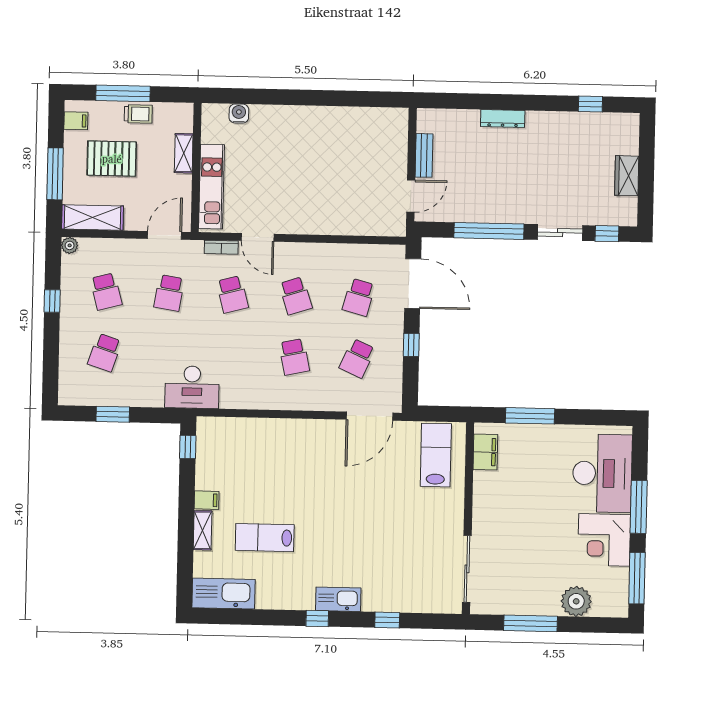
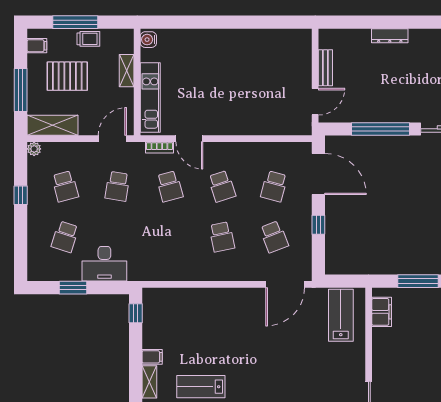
water cooler: (239, 114) -> (148, 40), moved, turned -90
school desk: (357, 358) -> (274, 237), turned -45
desk: (192, 387) -> (104, 264), moved

